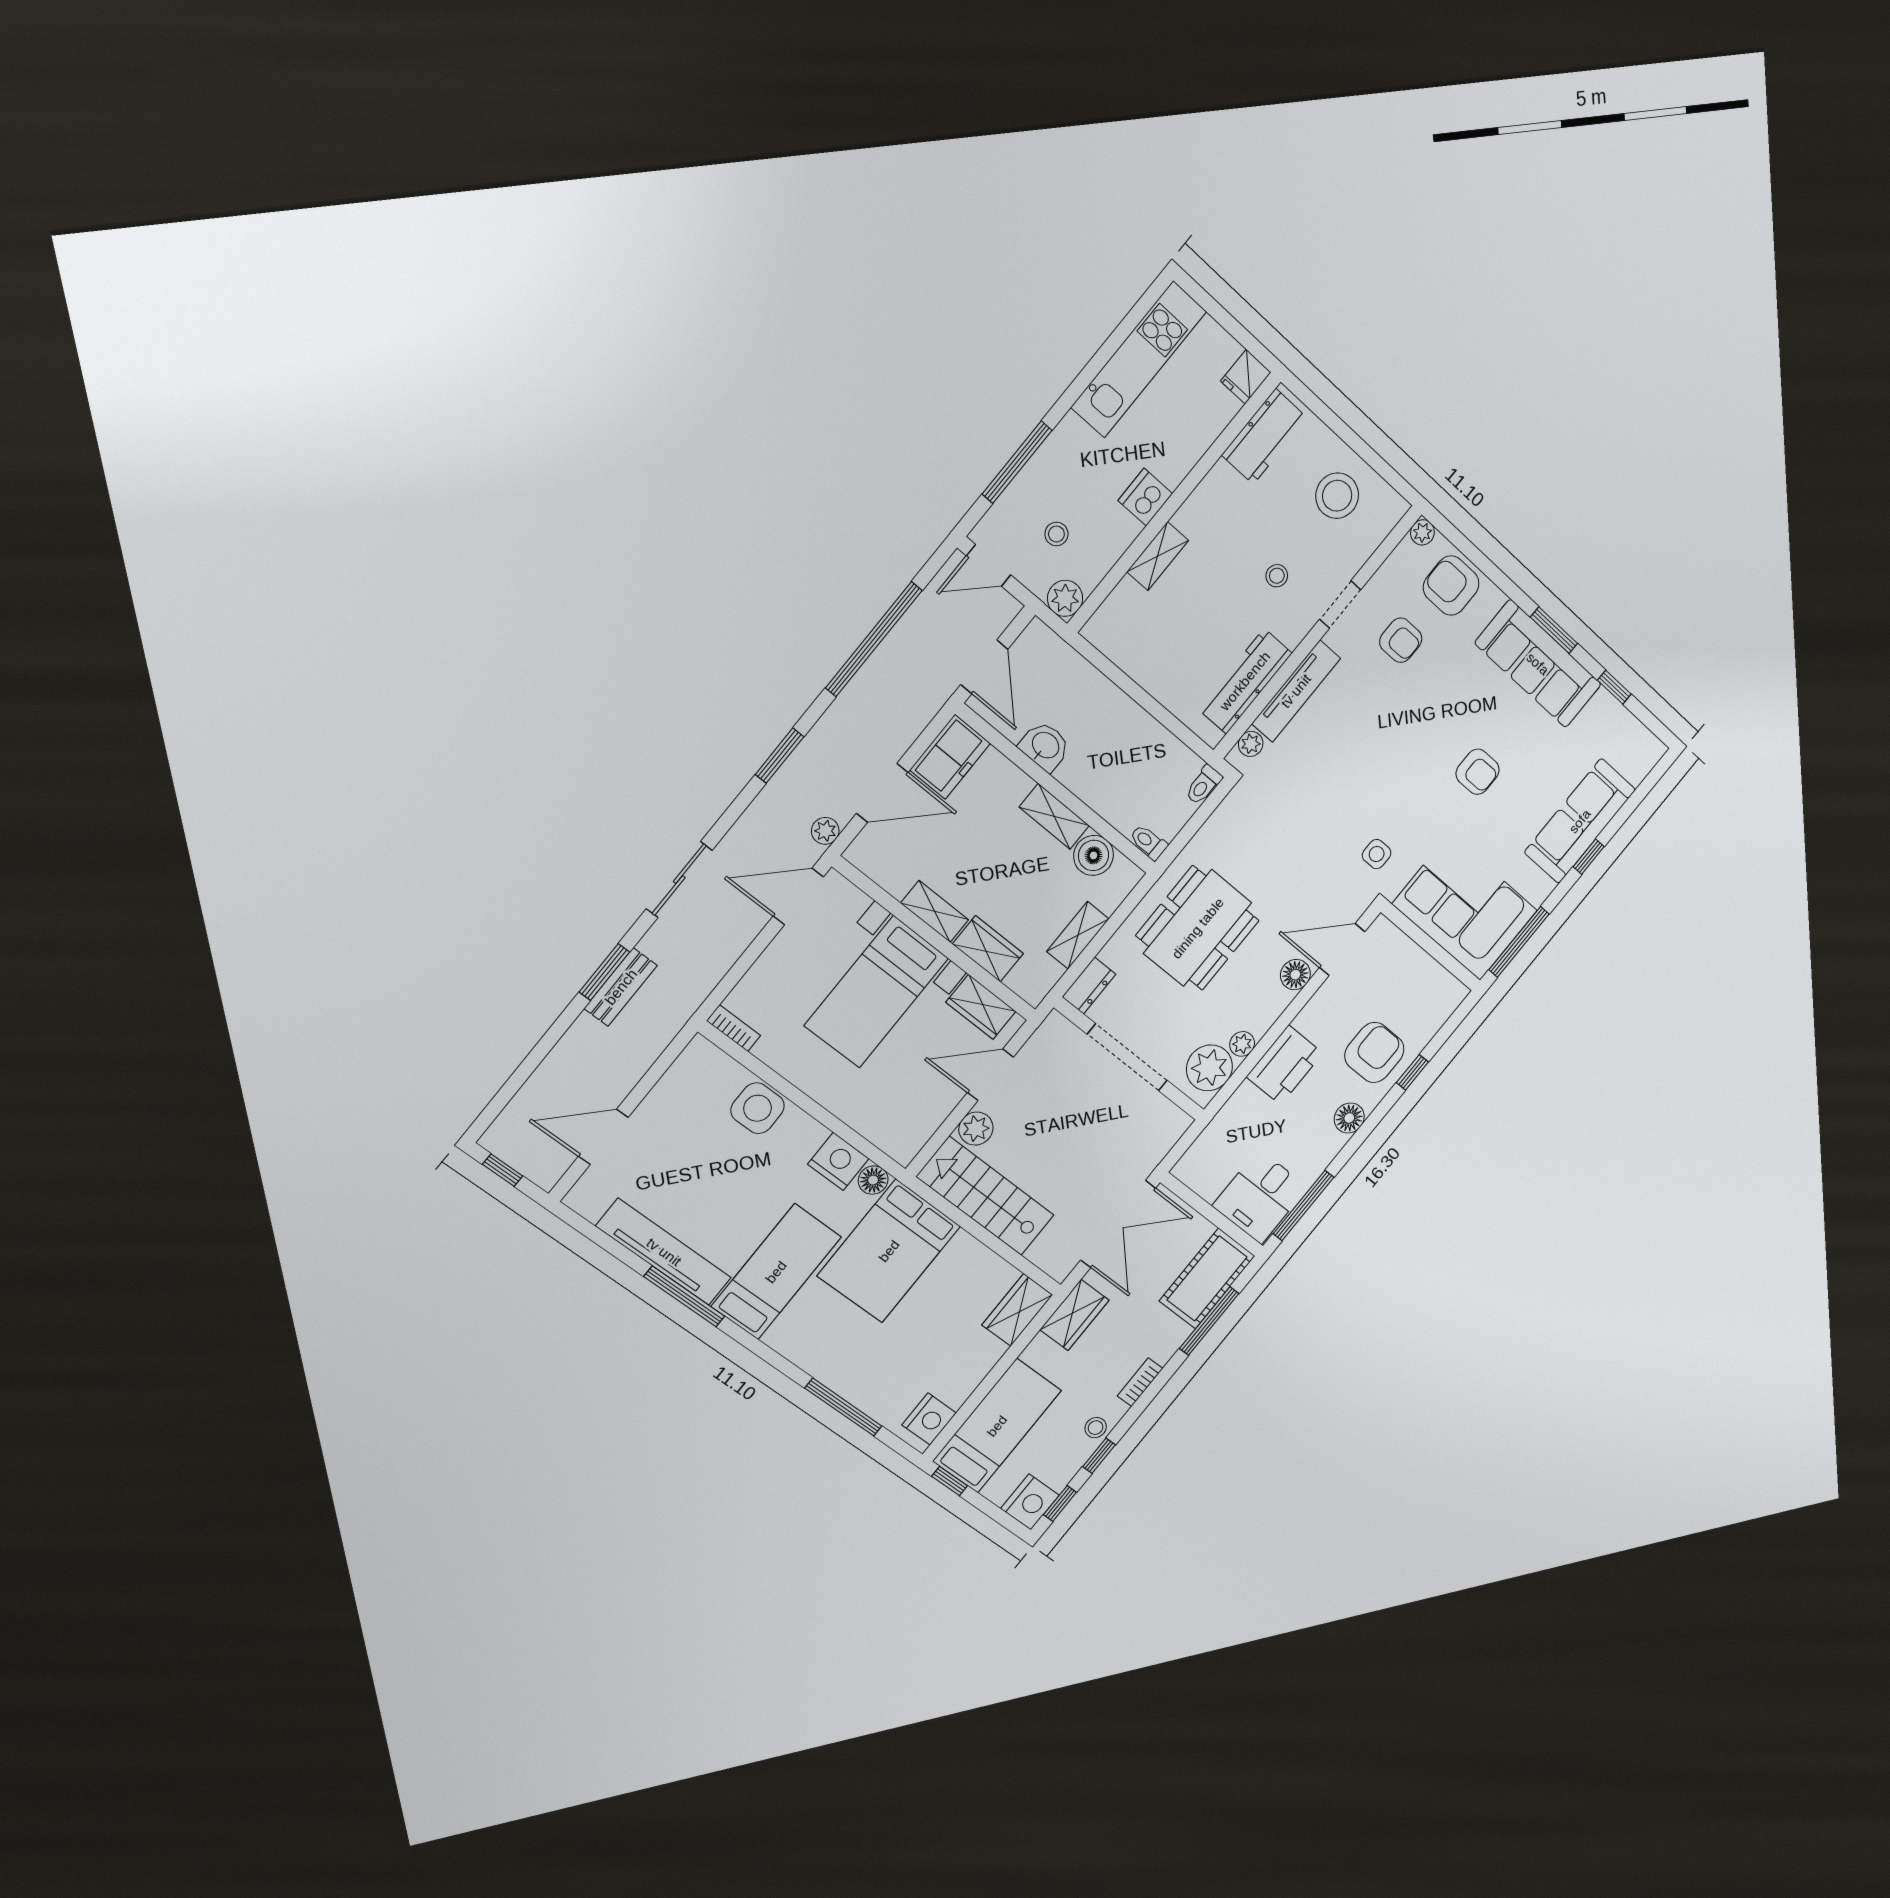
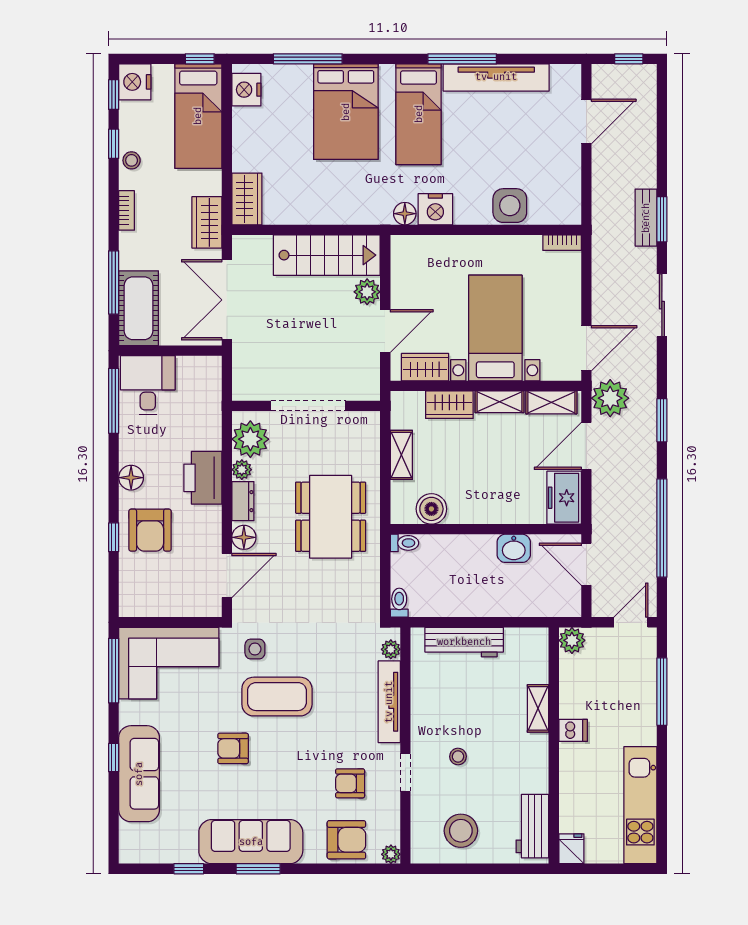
dishwasher: (1145, 497) -> (573, 730), width x0.73
stool: (1056, 534) -> (607, 672), removed
workbench: (1245, 681) -> (464, 642), moved, turned 90
coffee table: (1396, 789) -> (277, 697), added
shelving: (1054, 816) -> (551, 402), moved
plant: (825, 831) -> (610, 398), width x1.88, depth x1.88
dresser: (1089, 985) -> (243, 501), moved, turned 180
bed: (889, 1251) -> (346, 112), moved, turned 180

